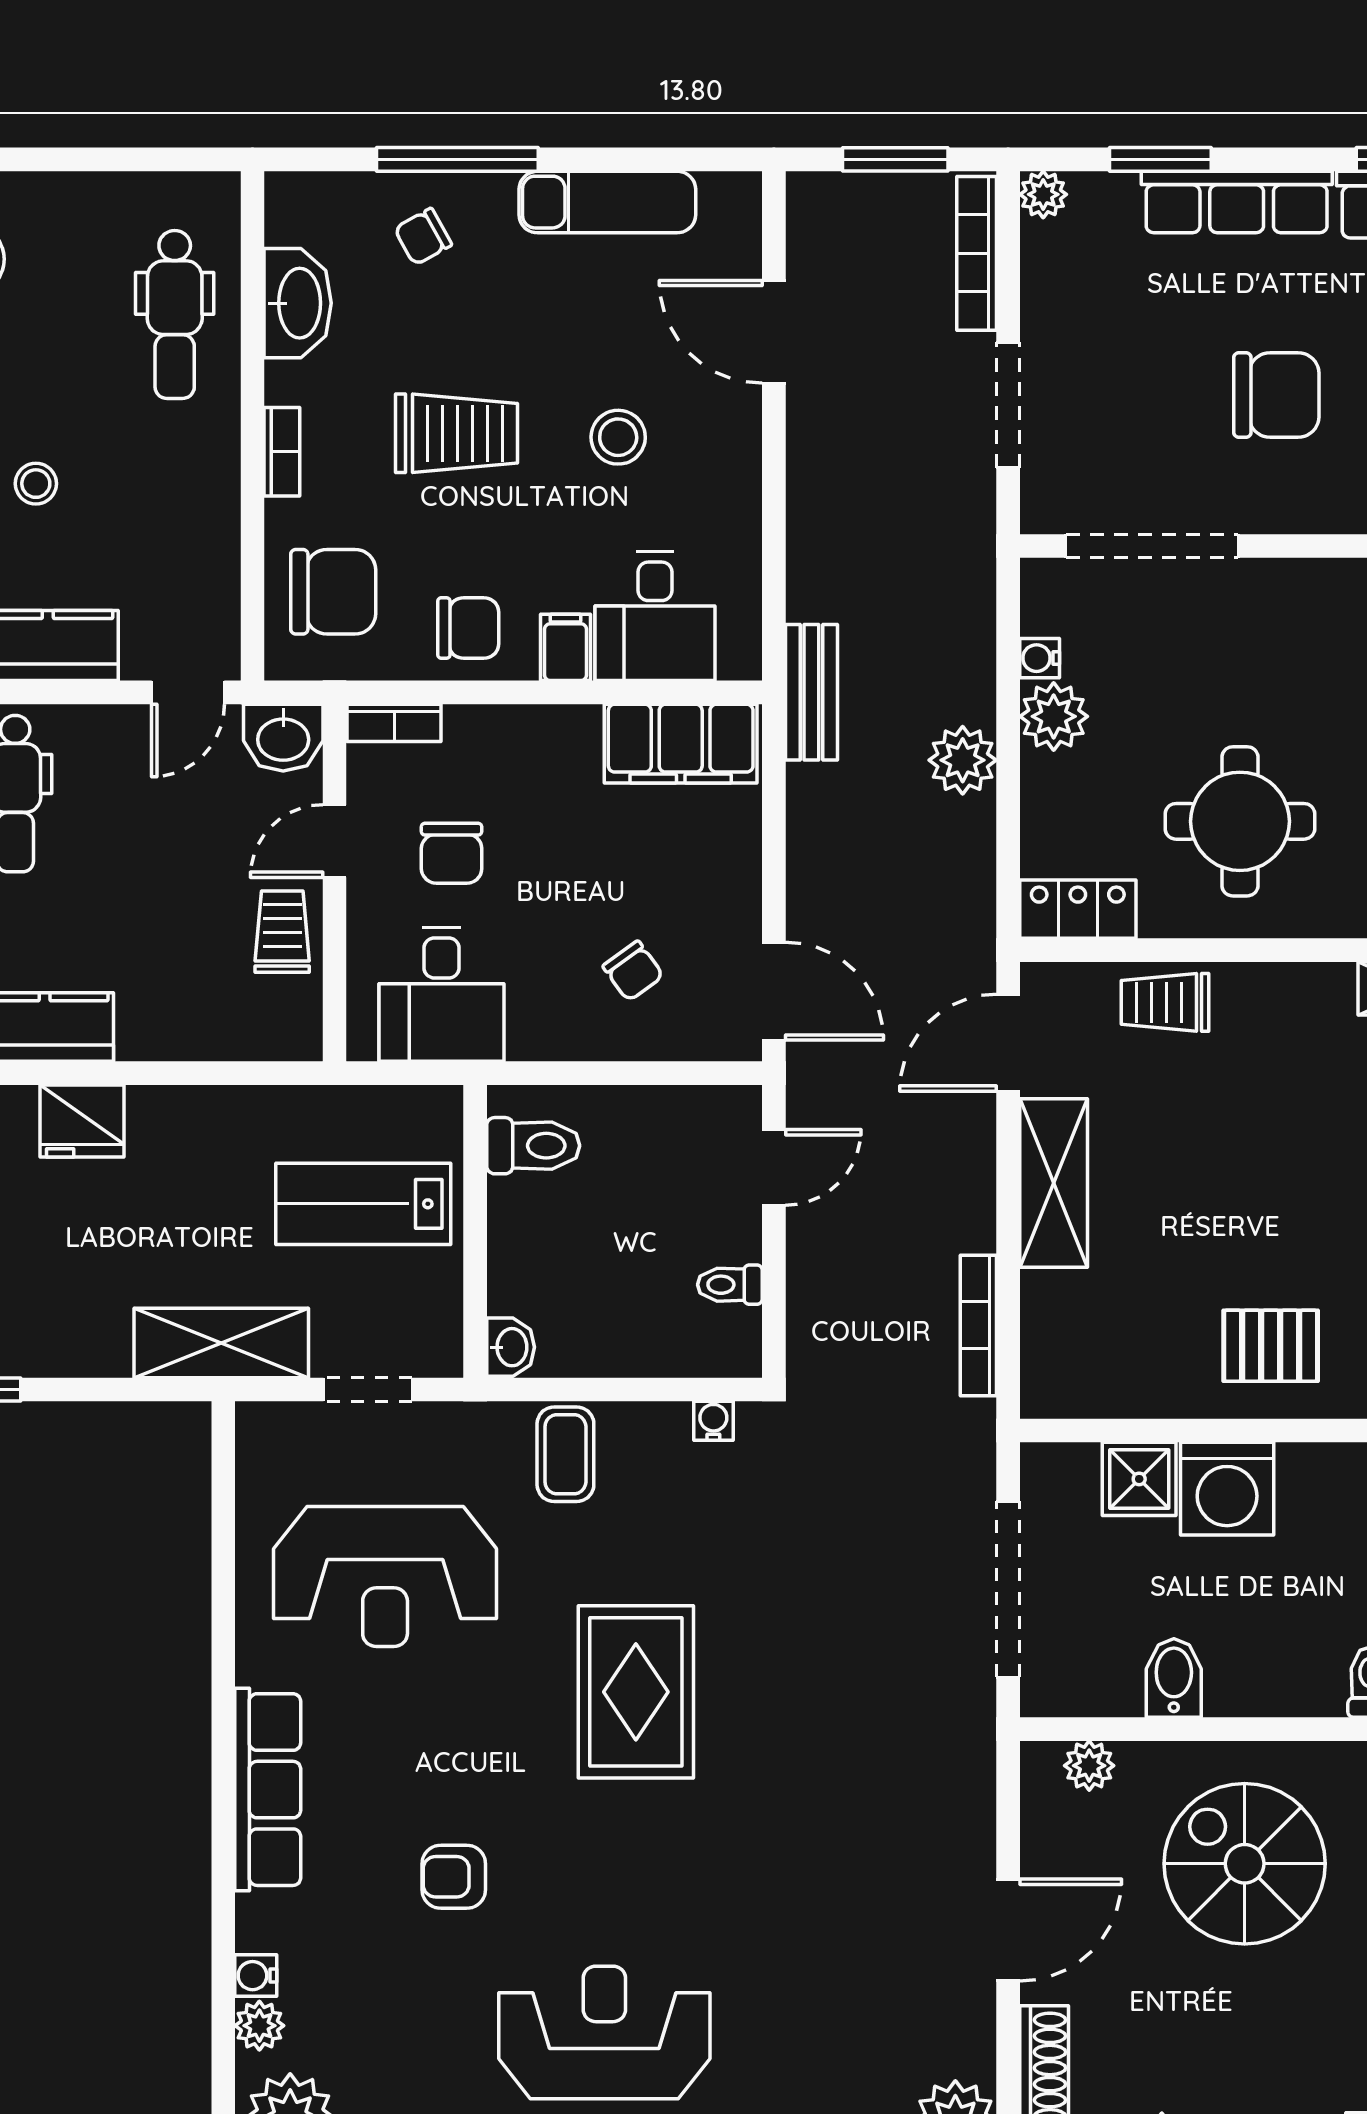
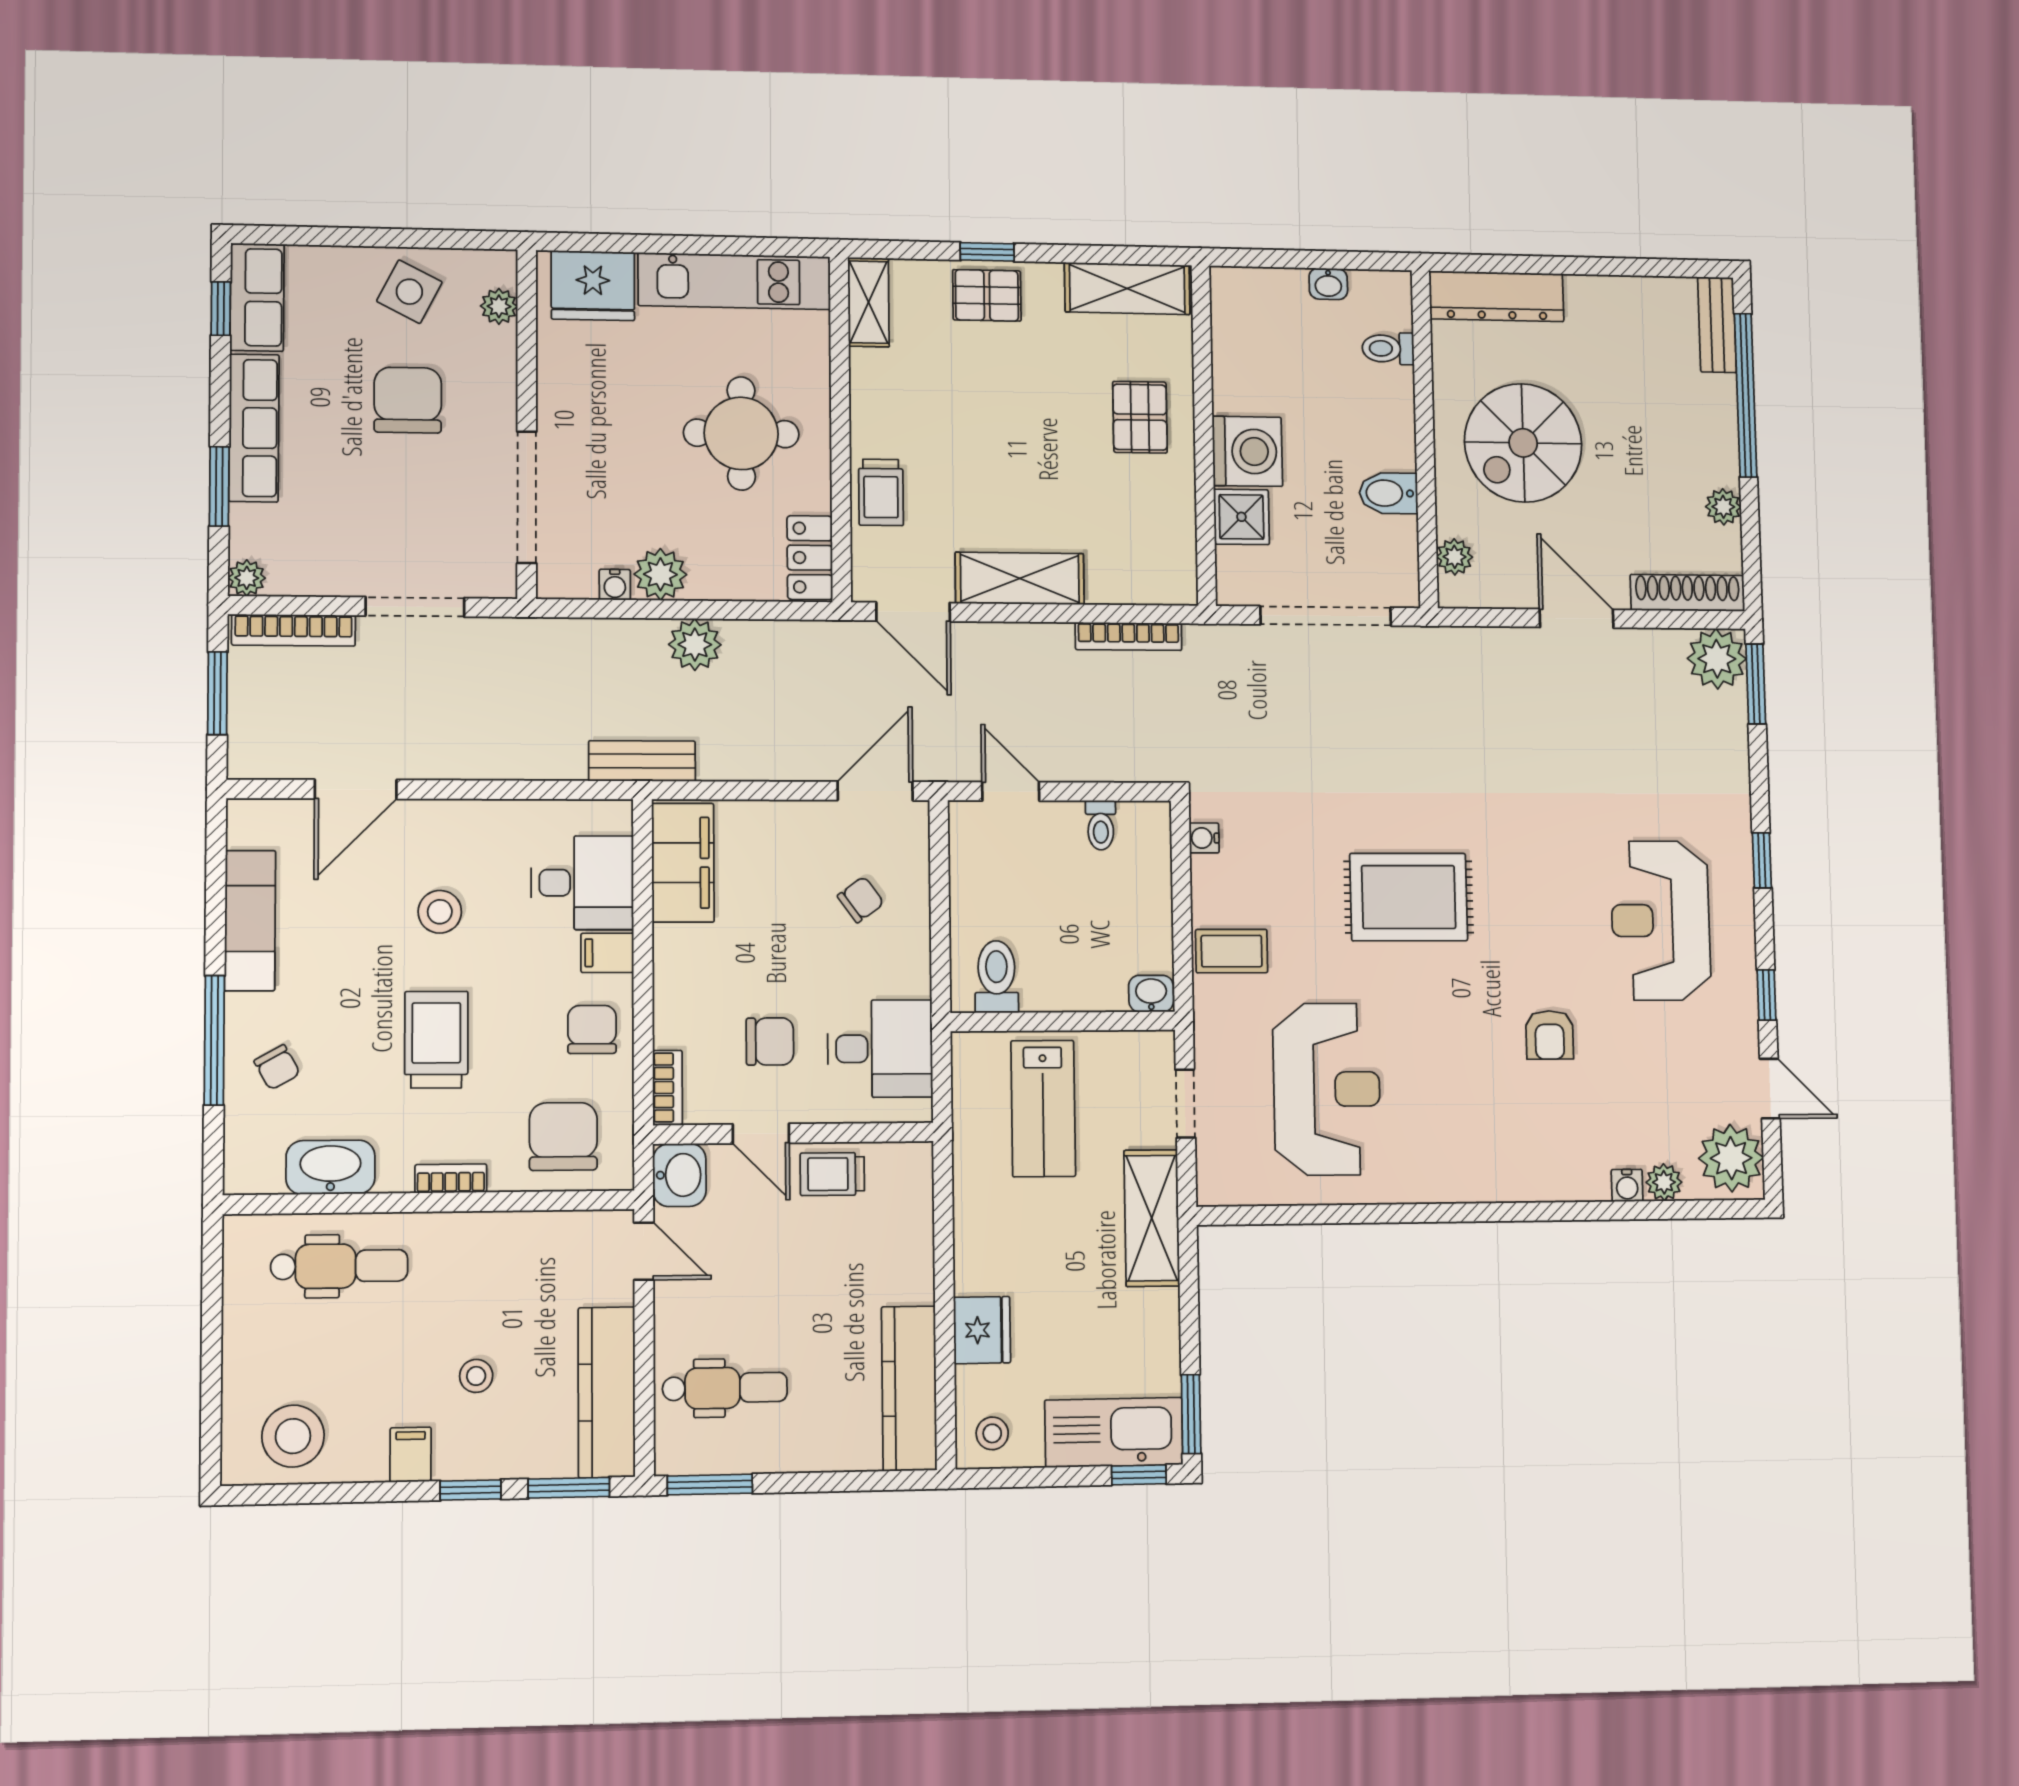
row of seats: (268, 1790) -> (1489, 1178), removed

